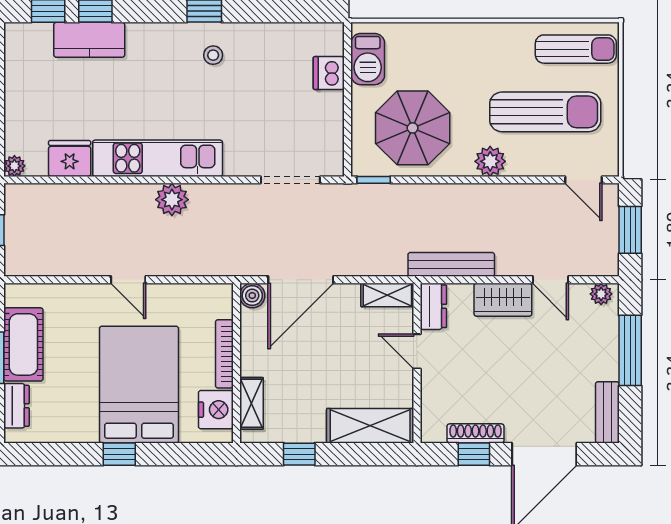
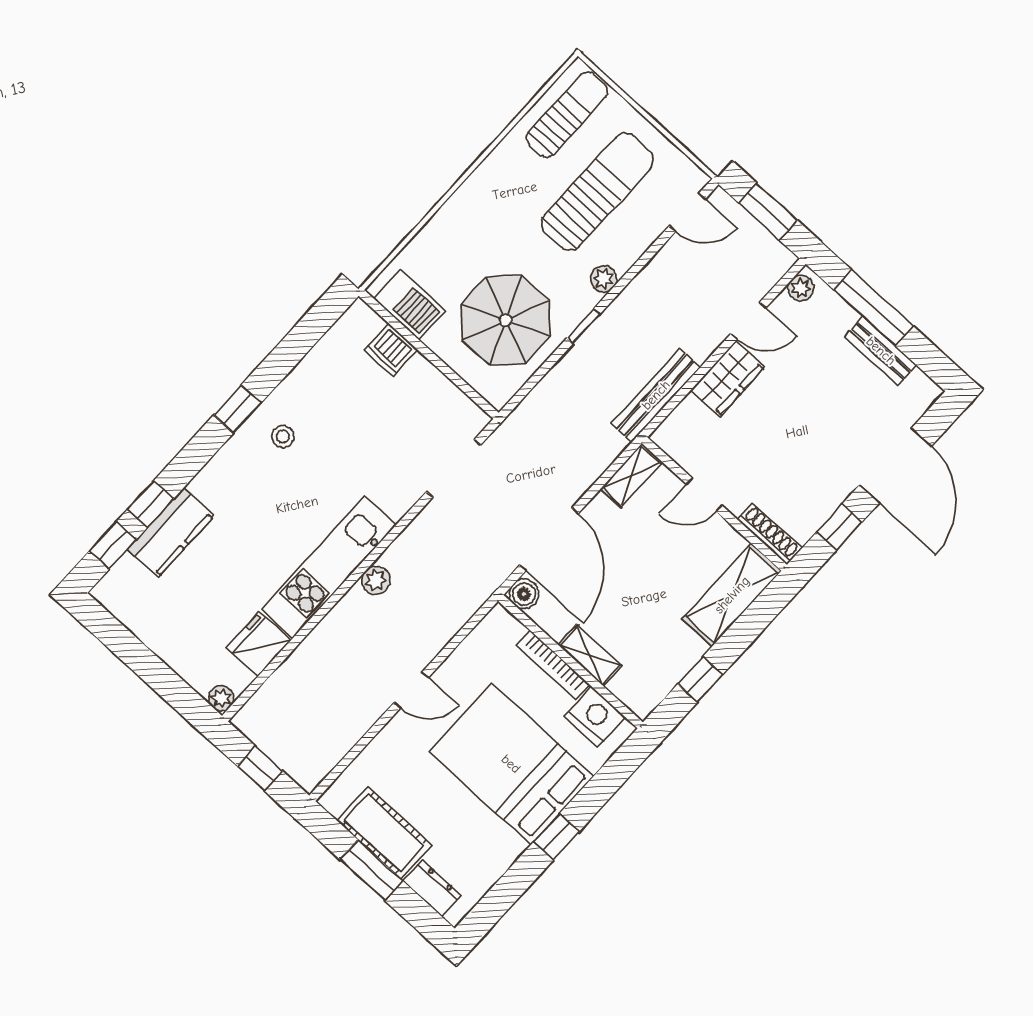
plant: (490, 161) -> (604, 279), width x0.73, depth x0.73
window: (374, 180) -> (583, 326), moved
plant: (172, 200) -> (376, 580), width x0.73, depth x0.73
dresser: (433, 306) -> (678, 445), removed
shelving: (252, 403) -> (590, 655), moved
bench: (607, 412) -> (881, 351), moved
shoe rack: (475, 433) -> (770, 534), moved, turned 90

